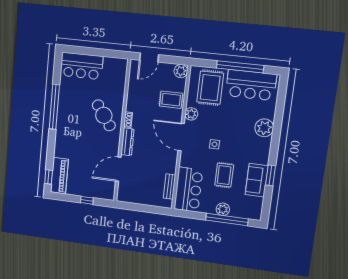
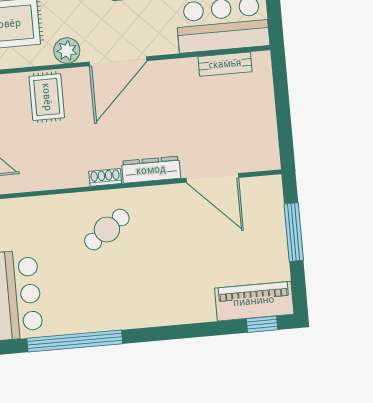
window: (54, 107) -> (75, 341), moved
cafe table: (104, 115) -> (107, 230), width x0.73, depth x0.74
window: (87, 200) -> (294, 232), width x2.17

